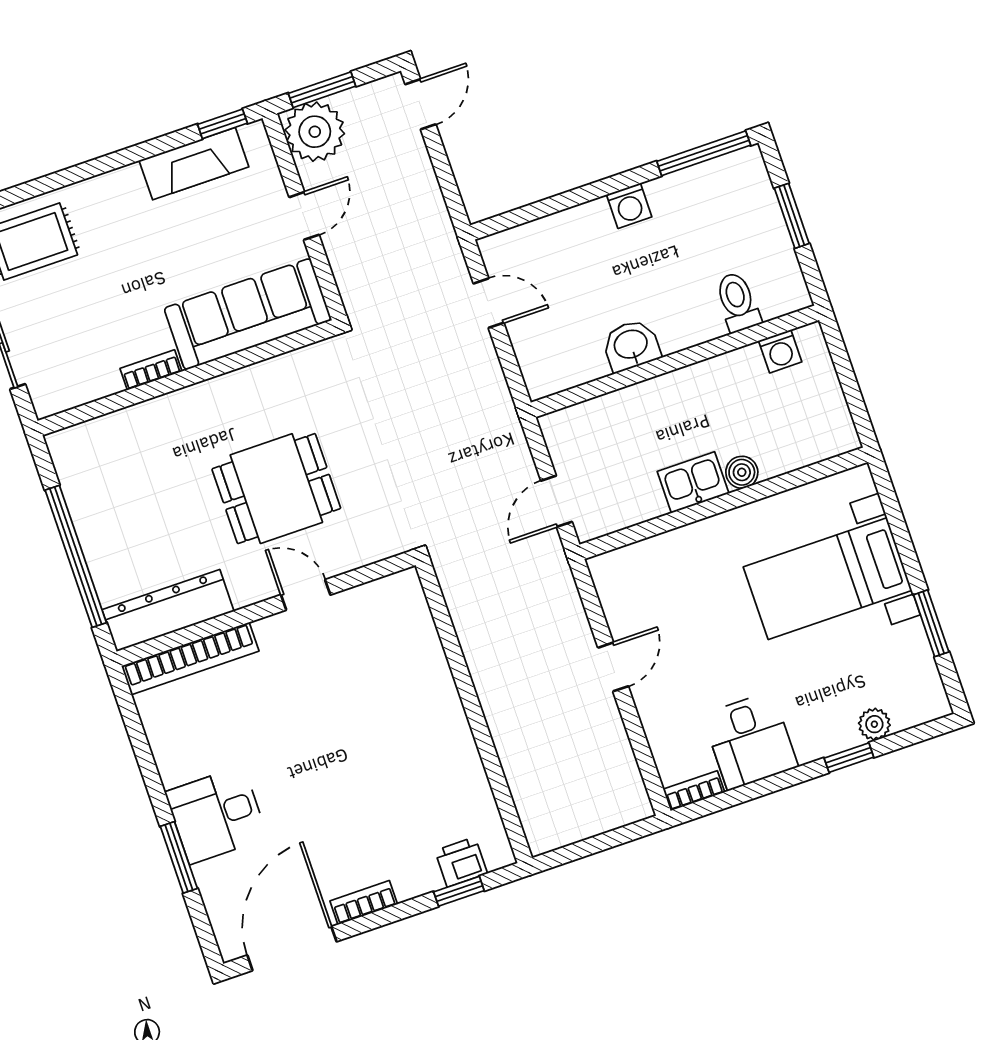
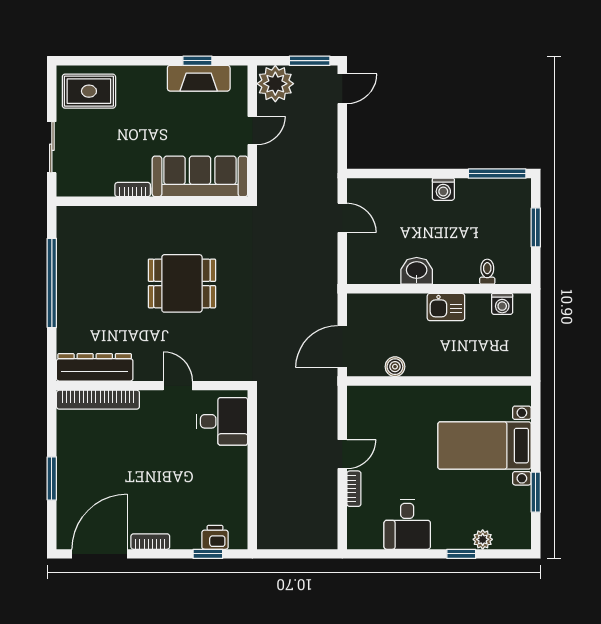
window: (322, 90) -> (310, 61), moved
window: (222, 124) -> (197, 61), moved
toilet: (738, 302) -> (487, 272), width x0.73, depth x0.72
boiler: (742, 472) -> (395, 367), moved
kitchen sink: (693, 482) -> (446, 307), moved, turned 180
door: (556, 501) -> (342, 347), width x1.38
door: (306, 595) -> (178, 386), moved
wall: (266, 608) -> (152, 386), moved
dresser: (168, 611) -> (95, 367), moved
bookcase: (190, 659) -> (98, 400), moved
bookcase: (694, 791) -> (354, 489), moved, turned 90
desk: (216, 815) -> (222, 421), moved, turned 180

